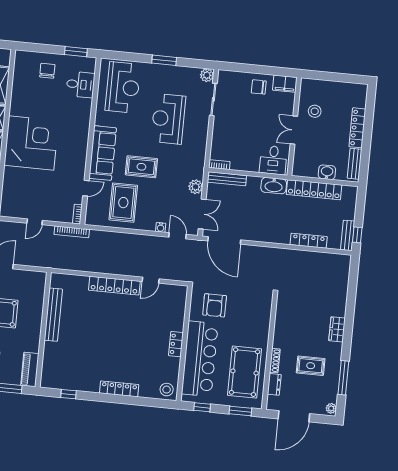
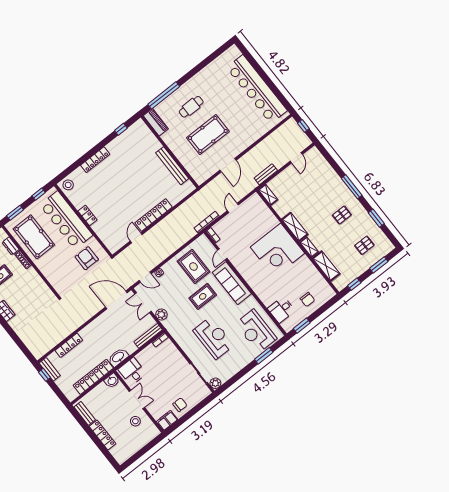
window: (164, 60) -> (264, 356), moved
washbasin: (327, 172) -> (112, 381), moved

